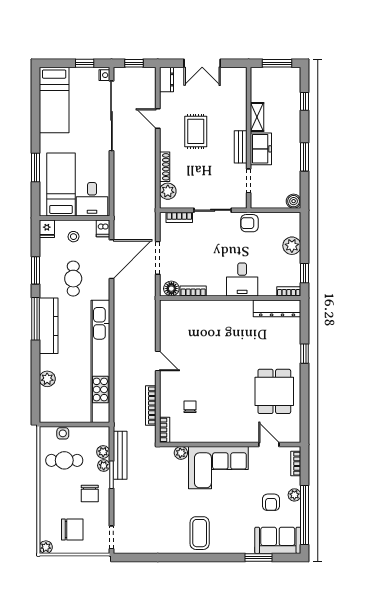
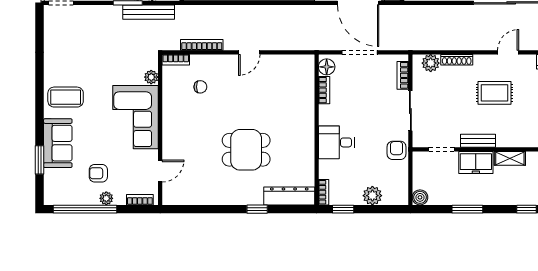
dresser: (277, 308) -> (289, 196), moved, turned 90
dining table: (274, 391) -> (246, 150), moved
sofa: (278, 540) -> (58, 143), moved

